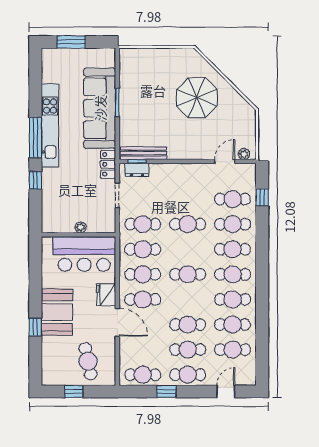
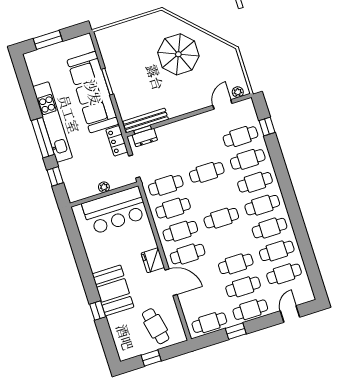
plant: (81, 227) -> (104, 187), moved
wall: (78, 235) -> (104, 194), moved
bar counter: (84, 254) -> (115, 210), moved

